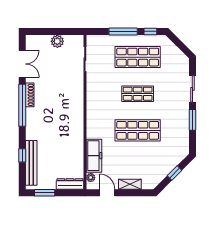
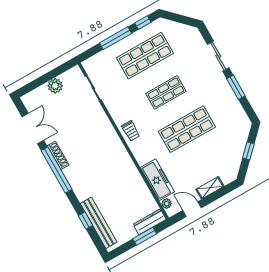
trolley: (95, 107) -> (131, 131), added
window: (45, 193) -> (145, 236), moved

